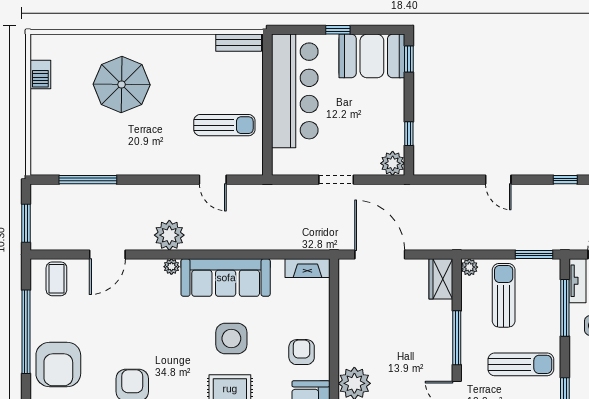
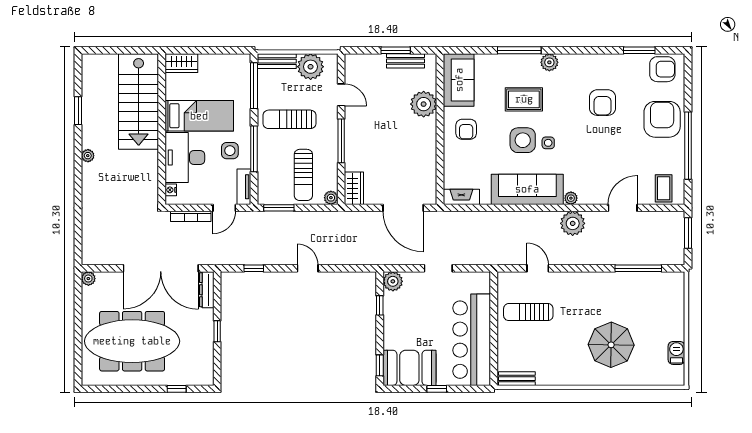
window: (565, 308) -> (254, 149), moved
side table: (200, 335) -> (548, 143), added

